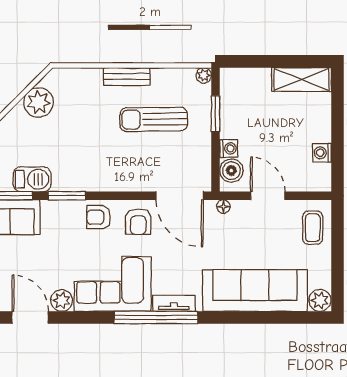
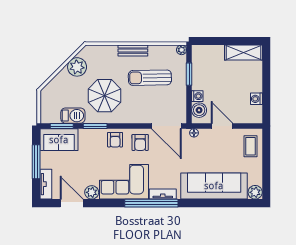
parasol: (82, 148) -> (105, 96), added
armchair: (99, 217) -> (115, 140), turned -90

